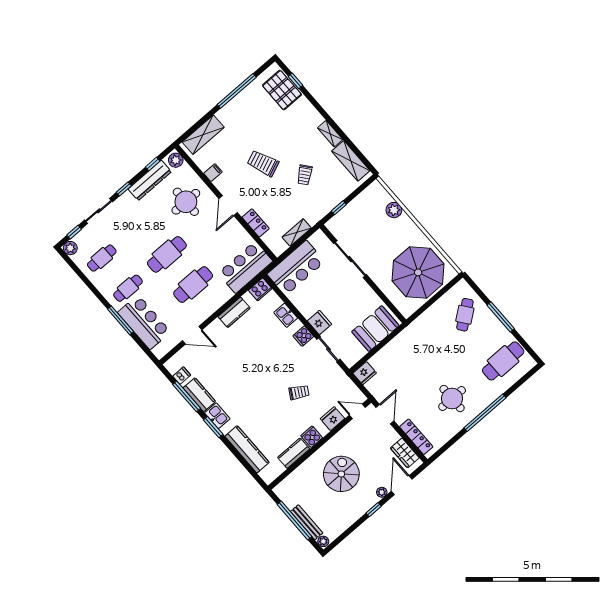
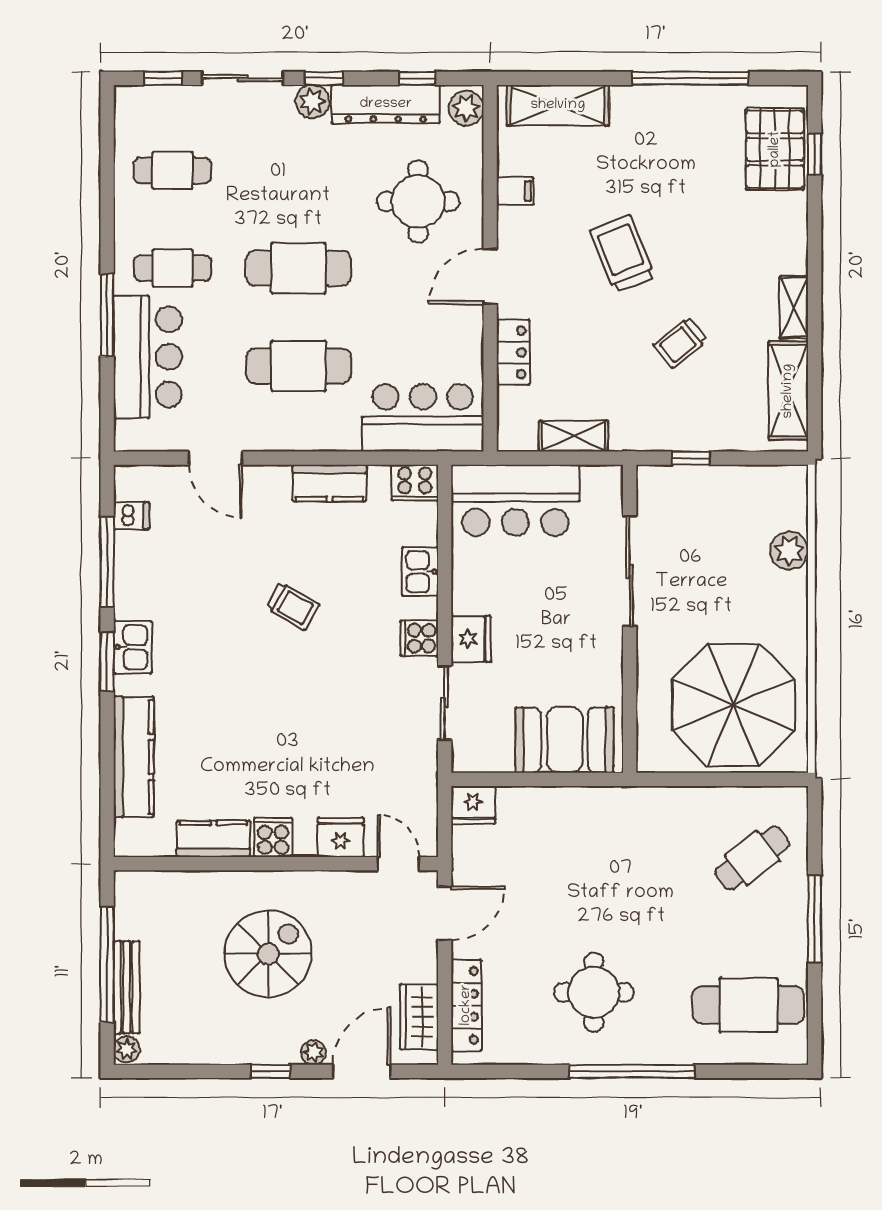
plant: (70, 248) -> (312, 101), moved
trolley: (299, 392) -> (292, 606), moved
kitchen counter: (199, 395) -> (133, 579), removed

